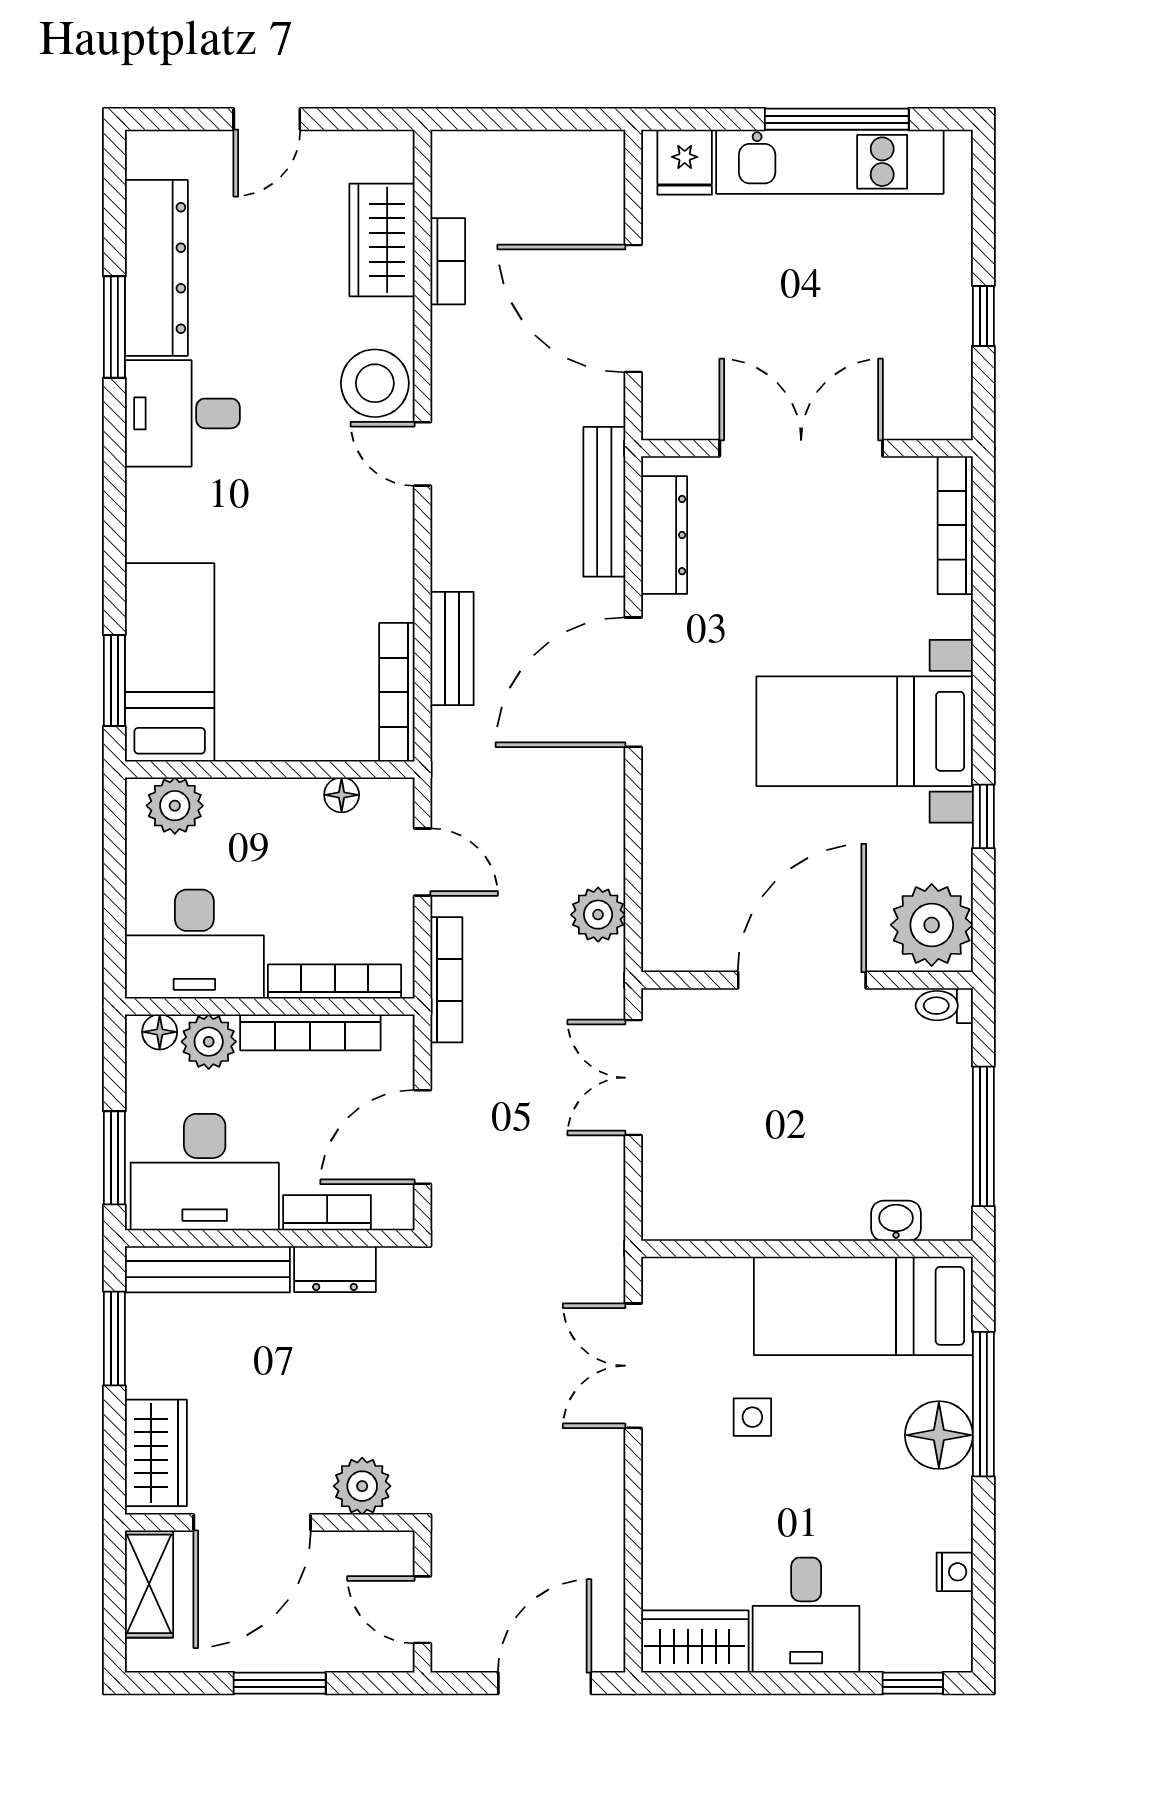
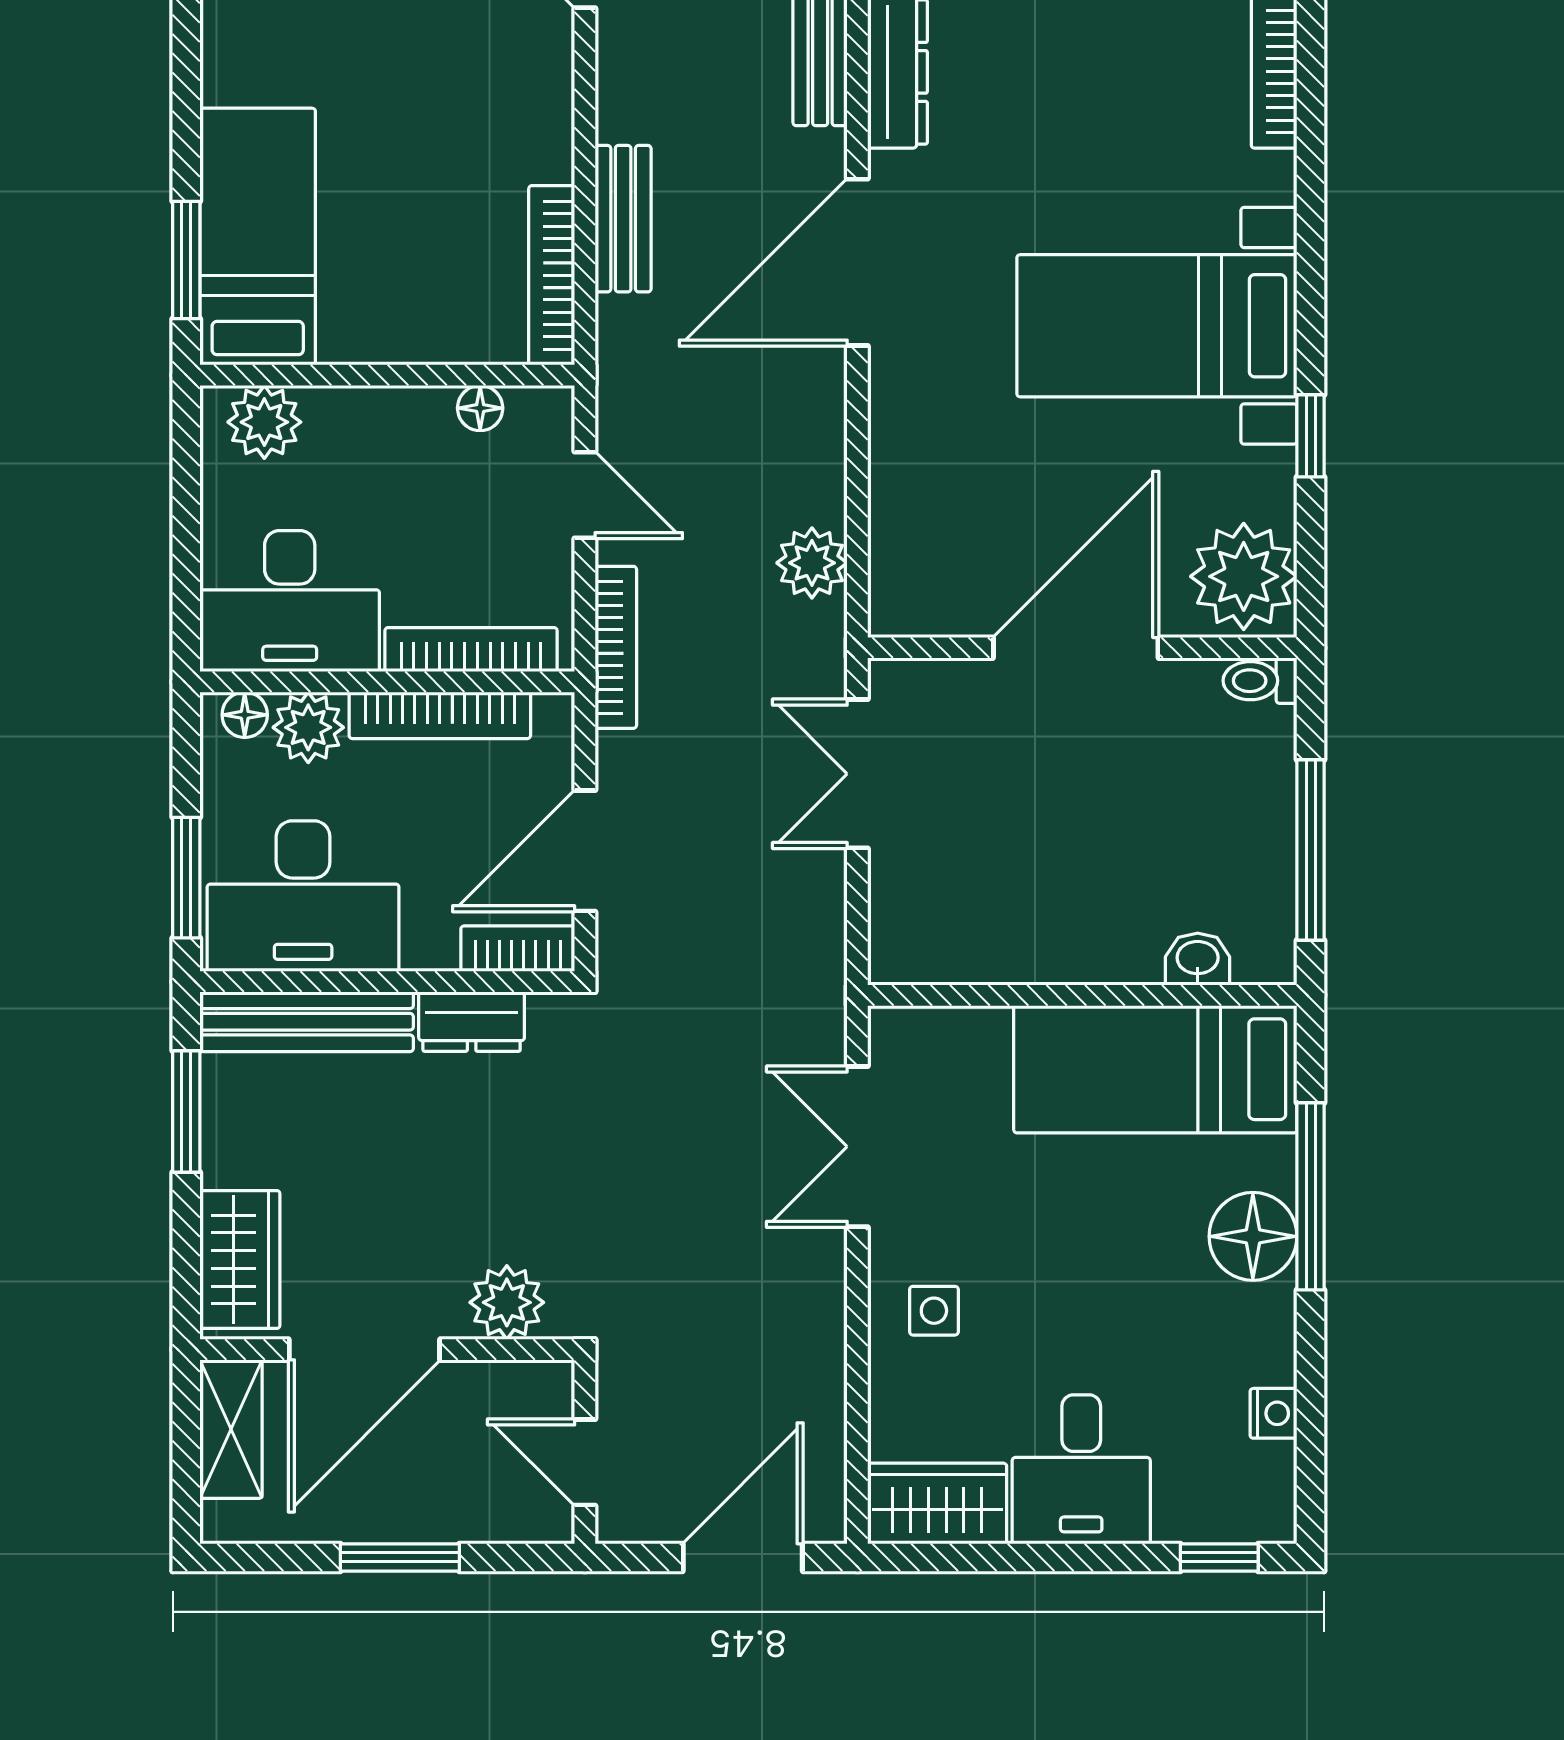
bookcase: (327, 1213) -> (518, 949), moved
side table: (752, 1417) -> (934, 1311), moved

